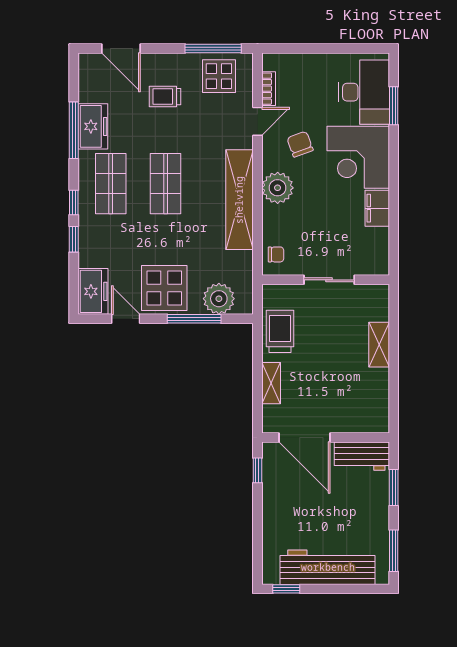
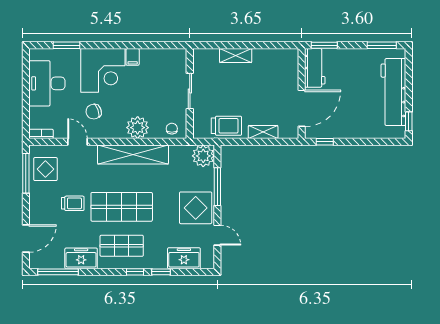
bookcase: (269, 89) -> (41, 134), moved
desk: (364, 92) -> (47, 83), moved, turned -90
trolley: (165, 97) -> (73, 203), moved, turned -90
window: (74, 130) -> (58, 272), moved
shop shelf: (166, 184) -> (122, 207), width x1.43, depth x1.36
plant: (278, 188) -> (138, 128), moved
filing cabinet: (377, 208) -> (133, 57), width x0.50
freezer: (93, 291) -> (184, 258), moved
plant: (219, 299) -> (203, 156), moved
door: (126, 319) -> (217, 235), swing flipped
trolley: (280, 331) -> (226, 126), turned 180
window: (394, 487) -> (324, 45), moved

